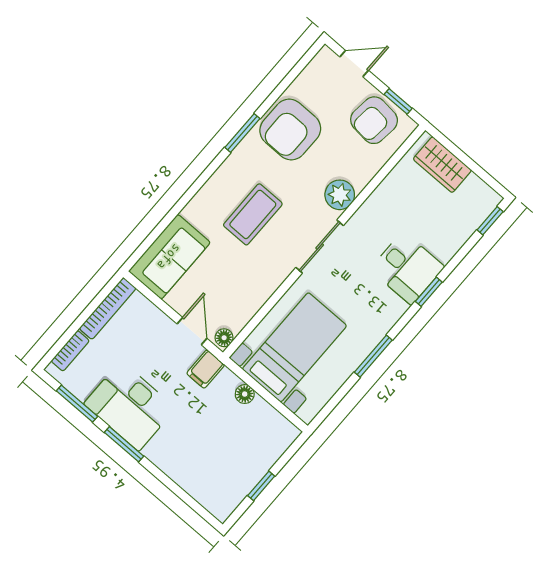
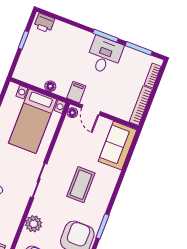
plant: (340, 195) -> (34, 224), moved
desk: (130, 406) -> (104, 55), width x0.73
printer: (217, 502) -> (44, 23), added

